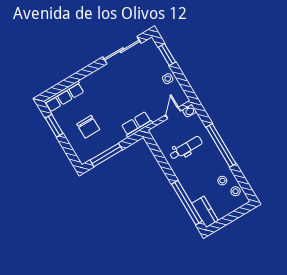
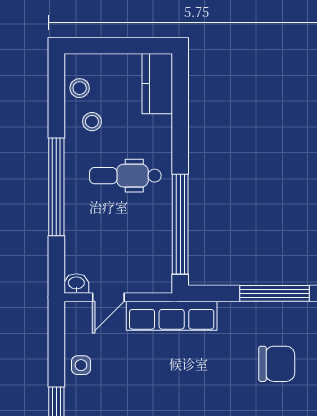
row of seats: (137, 124) -> (172, 316), width x1.48
chair: (88, 127) -> (277, 364), turned 90
dental chair: (186, 148) -> (125, 176), moved
window: (187, 203) -> (180, 224), moved

